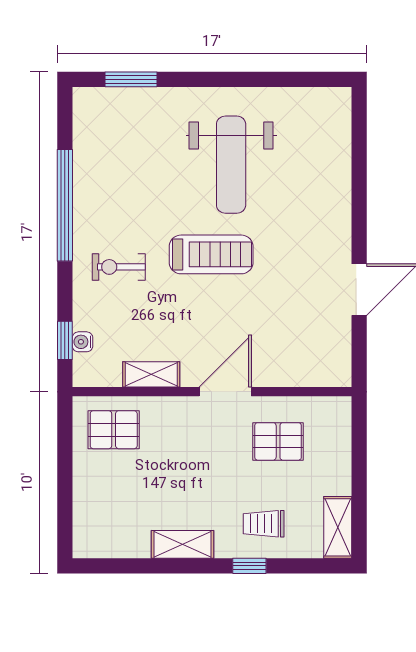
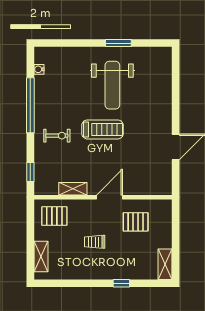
window: (131, 79) -> (118, 43), moved
exercise bike: (119, 267) -> (57, 136), turned 180
water cooler: (83, 342) -> (39, 69), moved
trolley: (264, 524) -> (95, 242), moved
shelving: (183, 544) -> (41, 257), moved, turned 90

